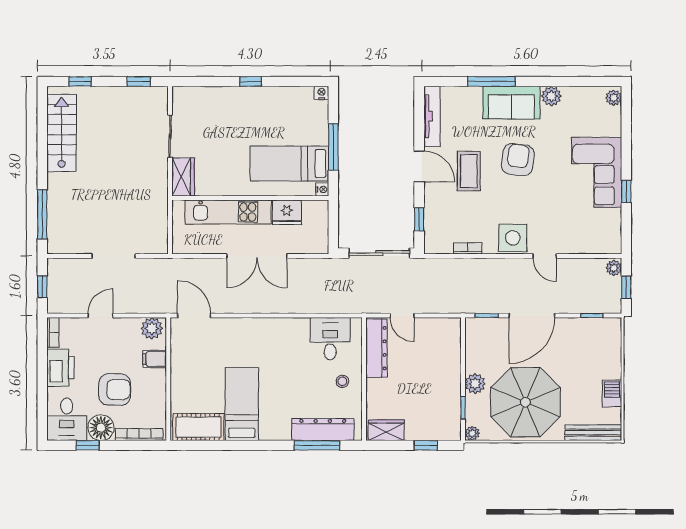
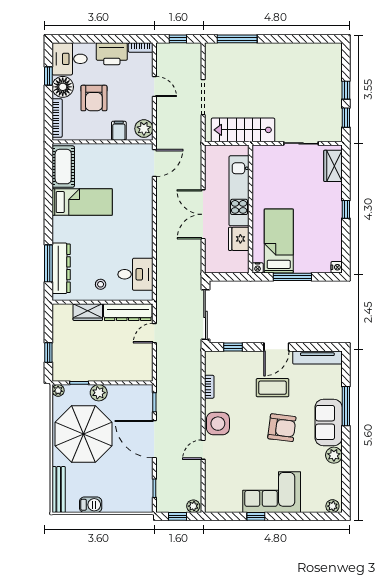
window: (80, 81) -> (346, 90), moved
stairs: (62, 133) -> (243, 130), moved, turned 180
wardrobe: (183, 177) -> (333, 166), moved, turned 90
wardrobe: (386, 430) -> (88, 312), moved, turned 90

